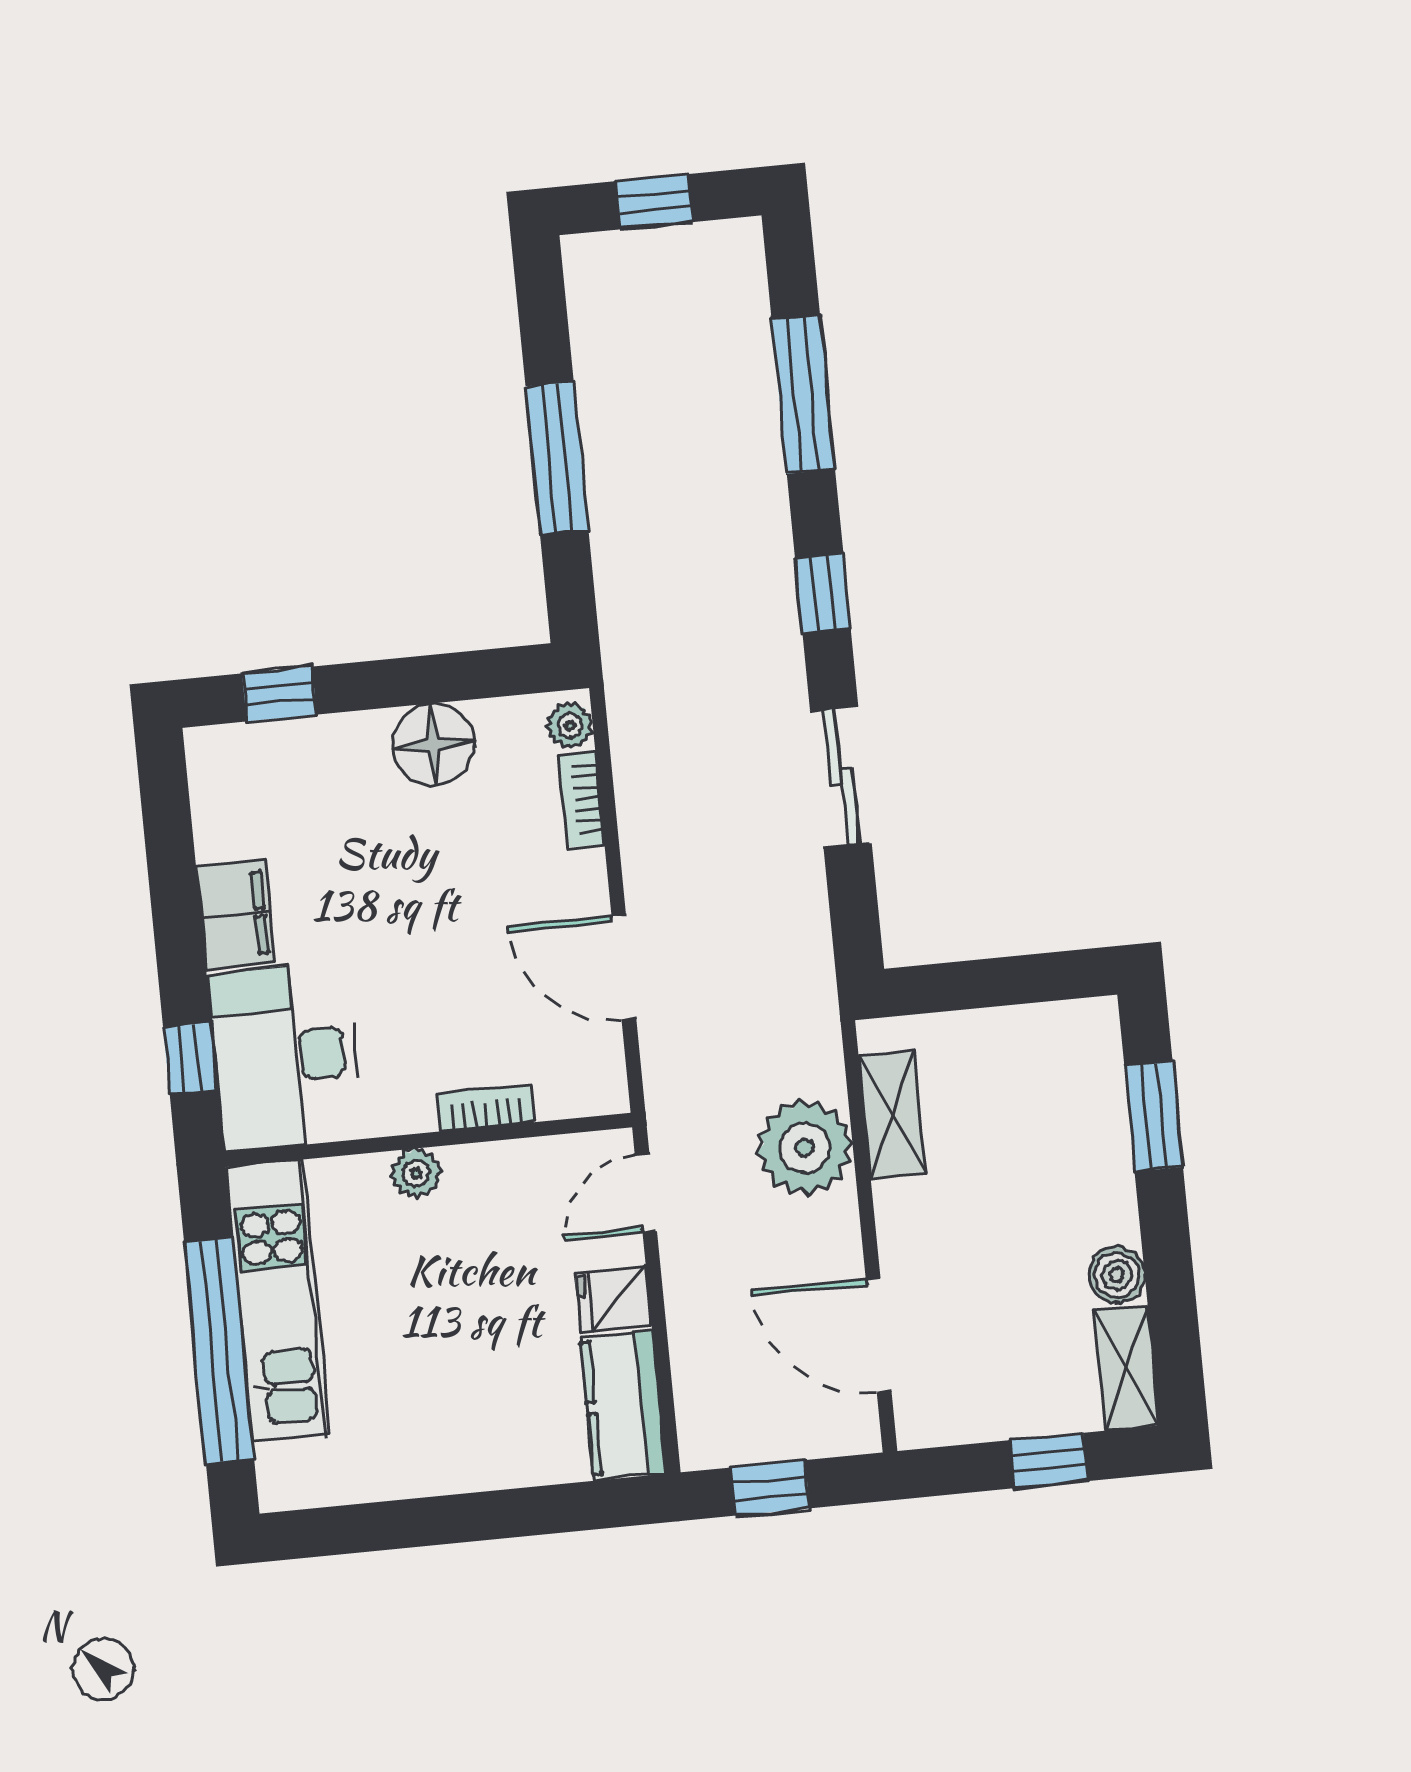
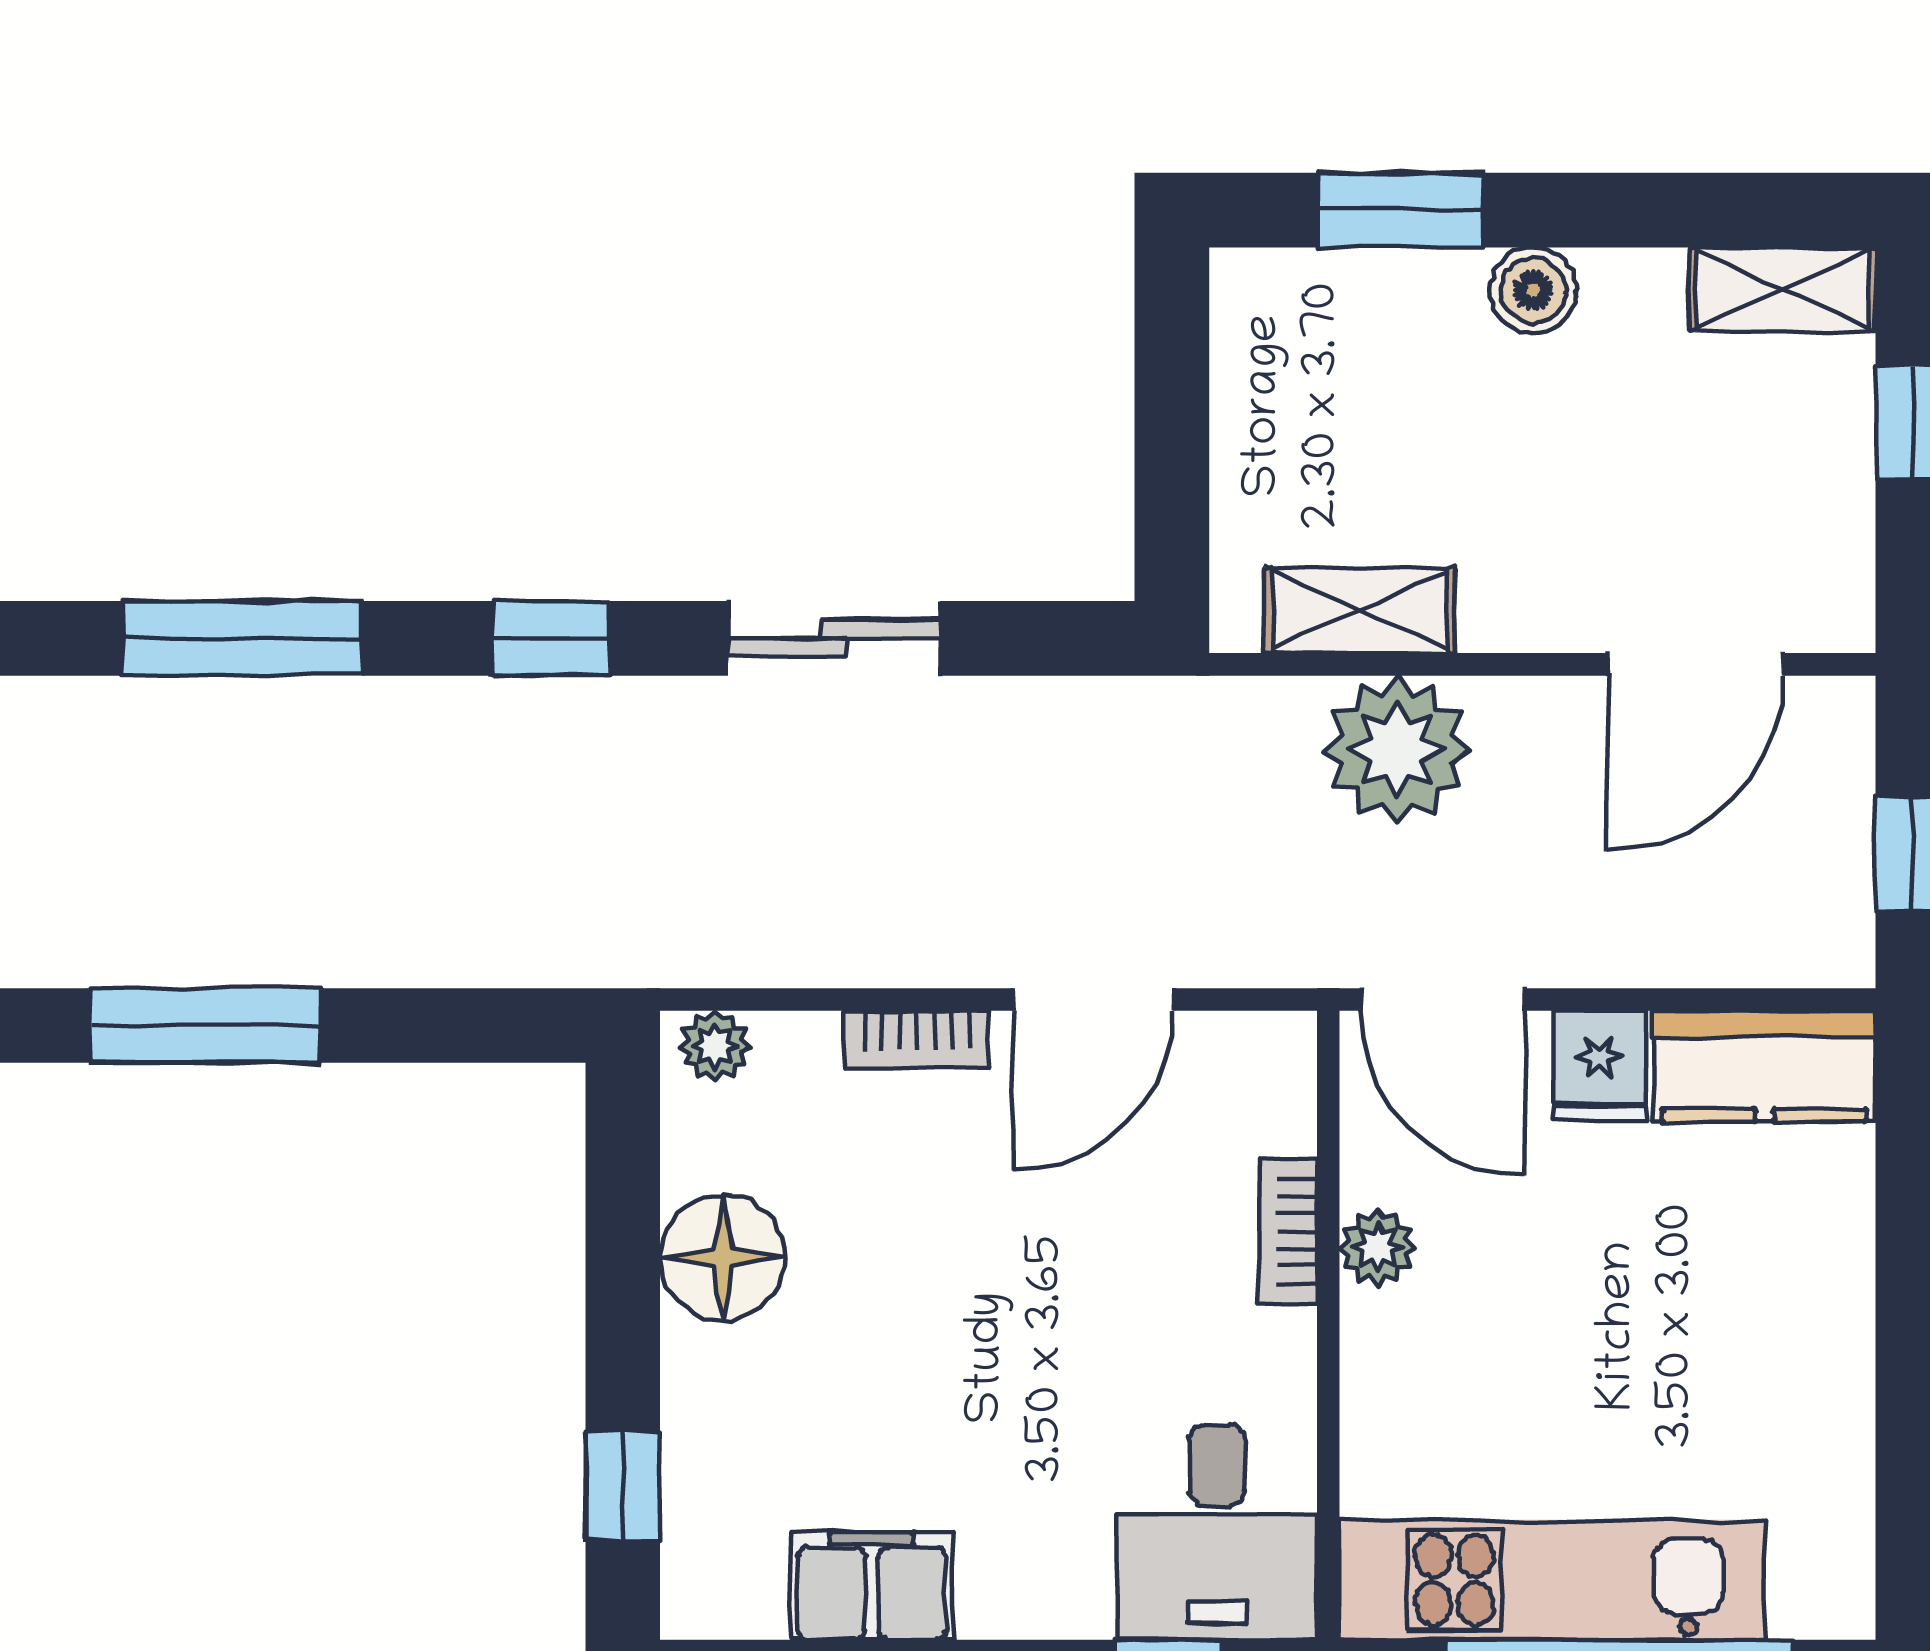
window: (557, 458) -> (205, 1026), moved
bookcase: (581, 799) -> (917, 1039), moved
filing cabinet: (236, 915) -> (872, 1586), moved
desk: (285, 1057) -> (1217, 1532), width x0.73
plant: (416, 1173) -> (1377, 1247), moved
door: (646, 1193) -> (1443, 999), width x1.38
boiler: (1117, 1275) -> (1533, 290), moved

